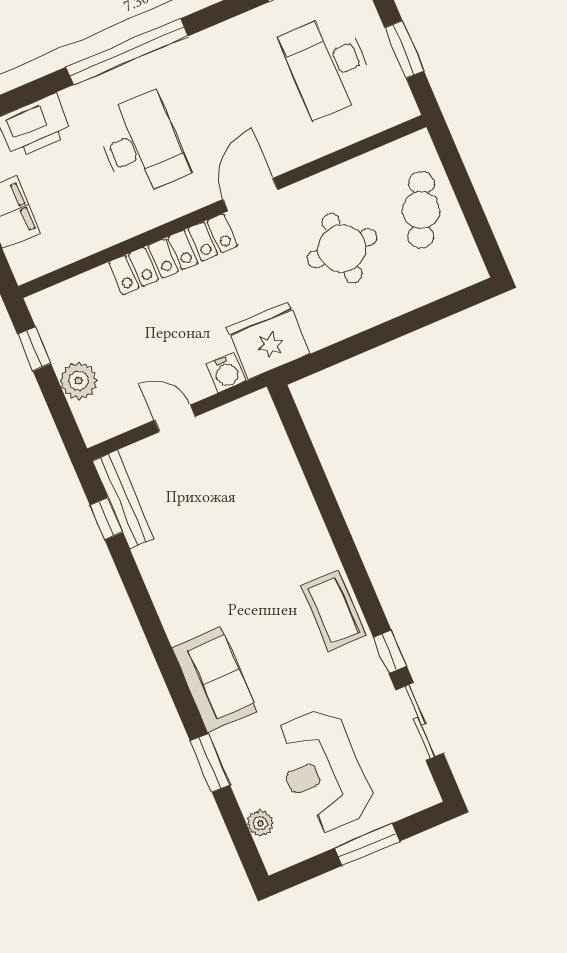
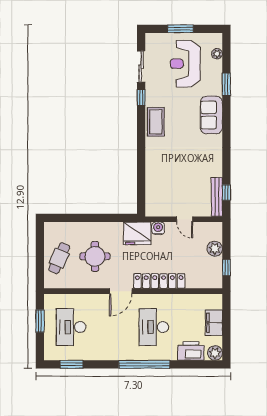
desk: (328, 66) -> (71, 327), turned 180
reception desk: (323, 770) -> (185, 64), turned 180

